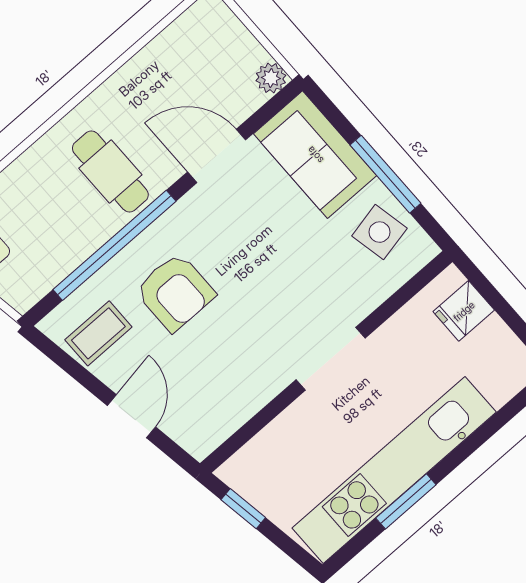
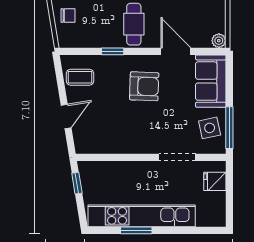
window: (385, 174) -> (229, 128), moved
window: (114, 245) -> (113, 51), width x0.32
armchair: (175, 292) -> (144, 86), moved, turned -88
doorway: (331, 359) -> (177, 157), moved

